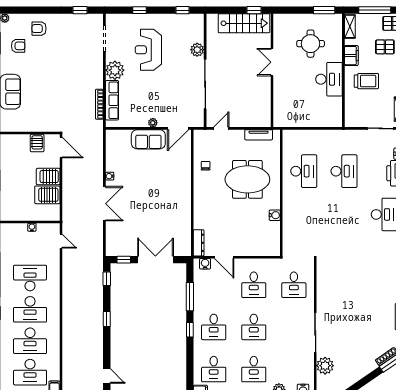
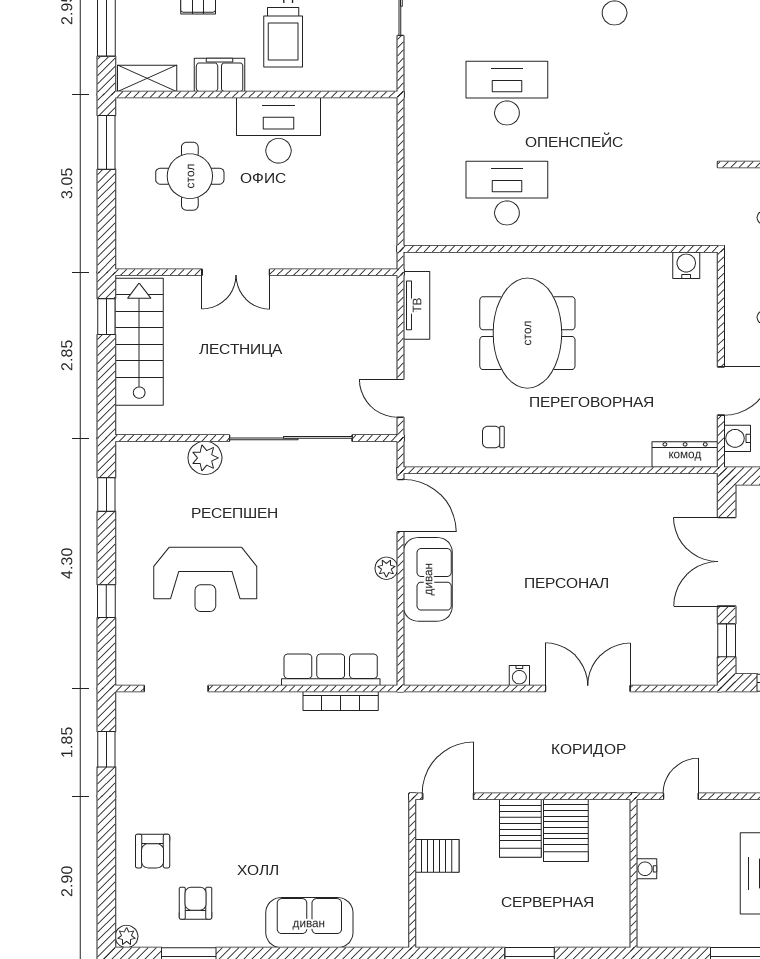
plant: (115, 70) -> (256, 662), removed
trolley: (366, 81) -> (283, 37), turned 180
water cooler: (275, 215) -> (686, 265), moved

